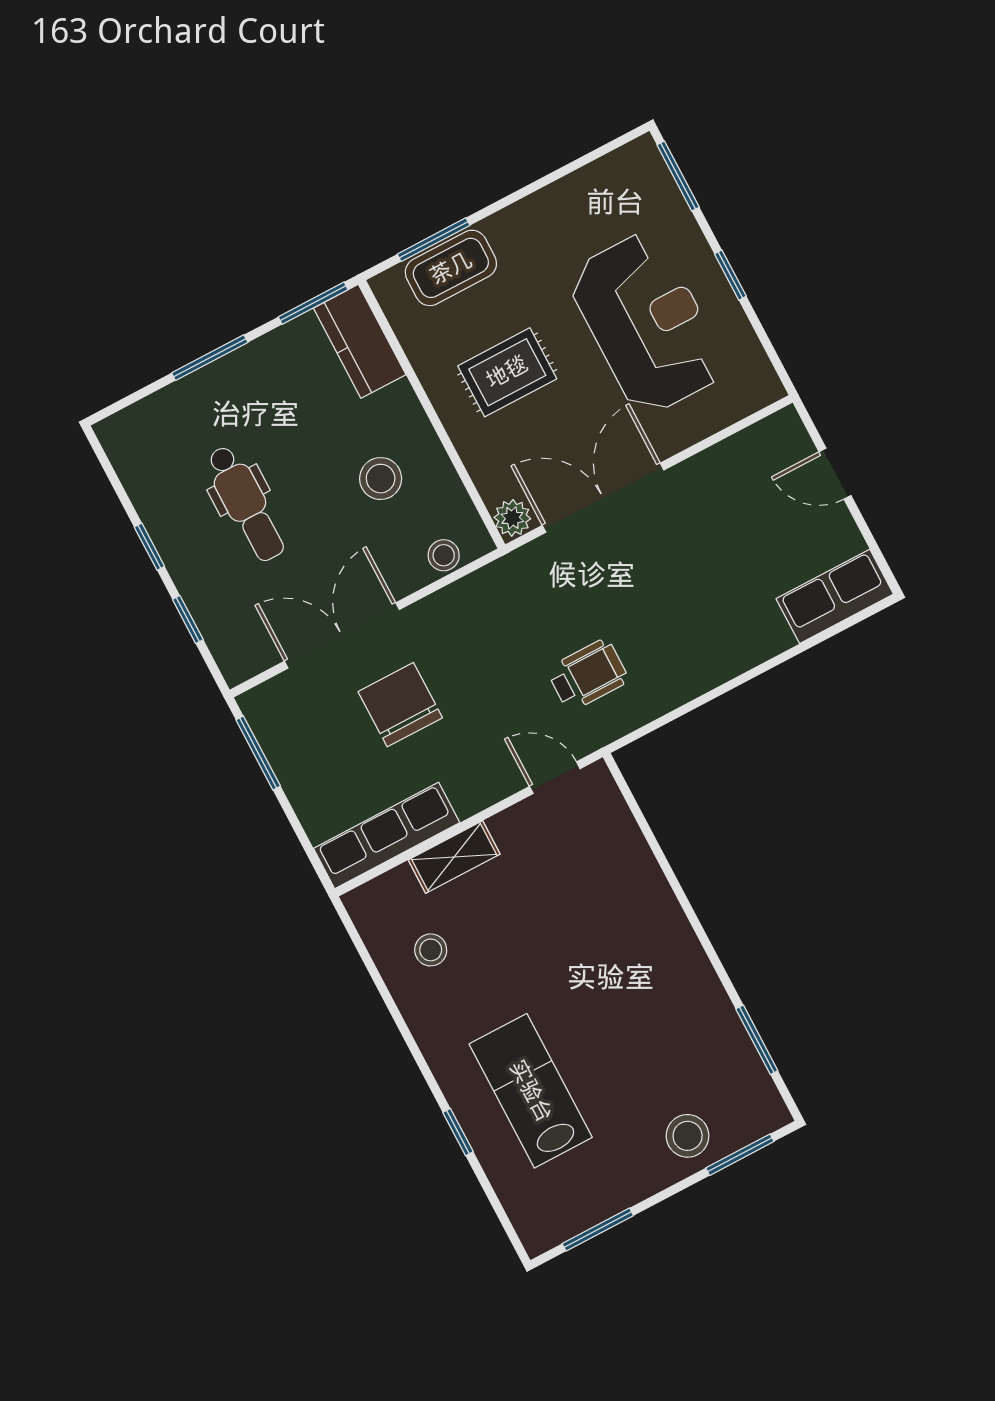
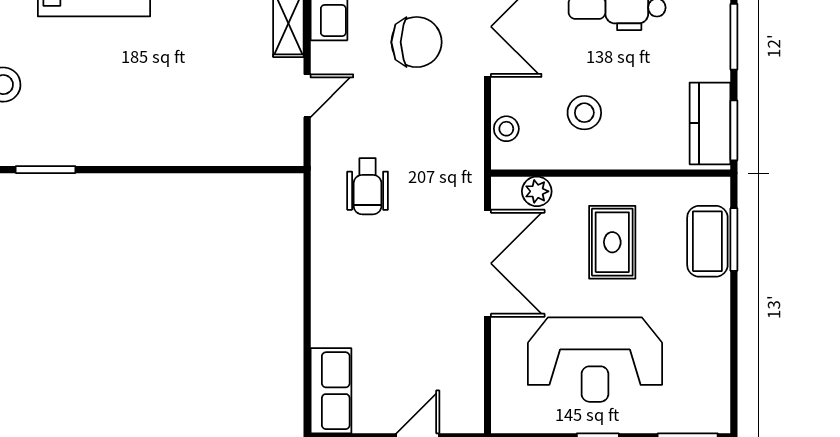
kitchen counter: (360, 341) -> (710, 123), moved, turned -90
plant: (512, 518) -> (537, 191), moved
door: (555, 778) -> (307, 96), moved

